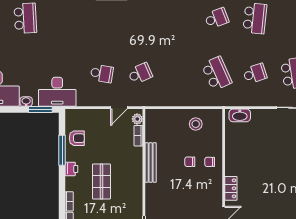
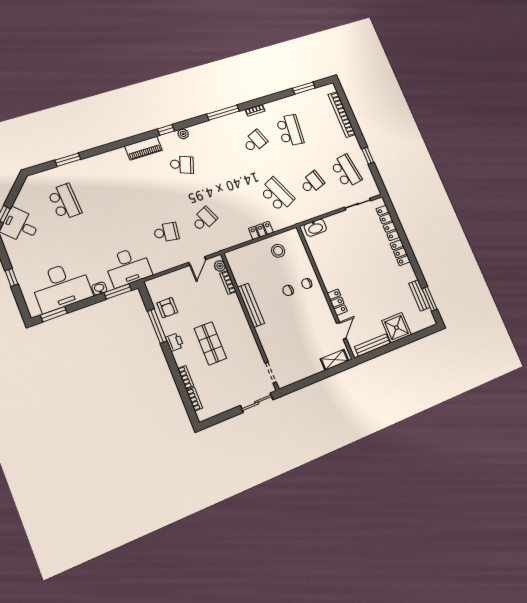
school desk: (140, 18) -> (182, 165), added
locker: (188, 101) -> (261, 230), added
armchair: (77, 138) -> (167, 308), turned 90

